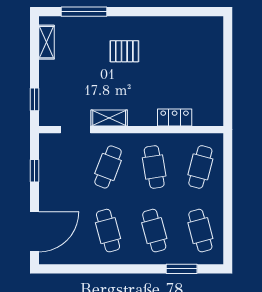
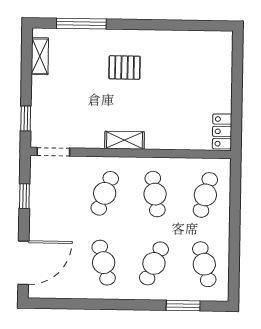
locker: (175, 117) -> (222, 131), moved, turned -90
shelving: (109, 118) -> (125, 140), moved
doorway: (76, 130) -> (53, 152), moved
cafe table: (154, 231) -> (154, 263), turned 39

